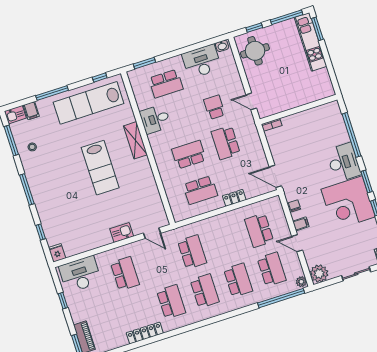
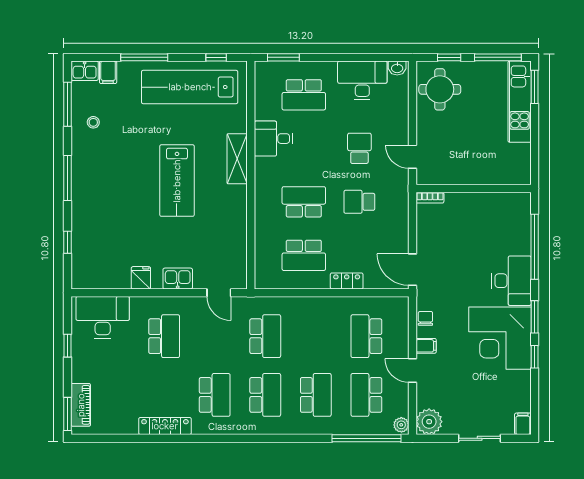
school desk: (226, 143) -> (359, 202), width x0.54
fridge: (57, 253) -> (141, 278), moved
school desk: (272, 269) -> (366, 395), turned 180

